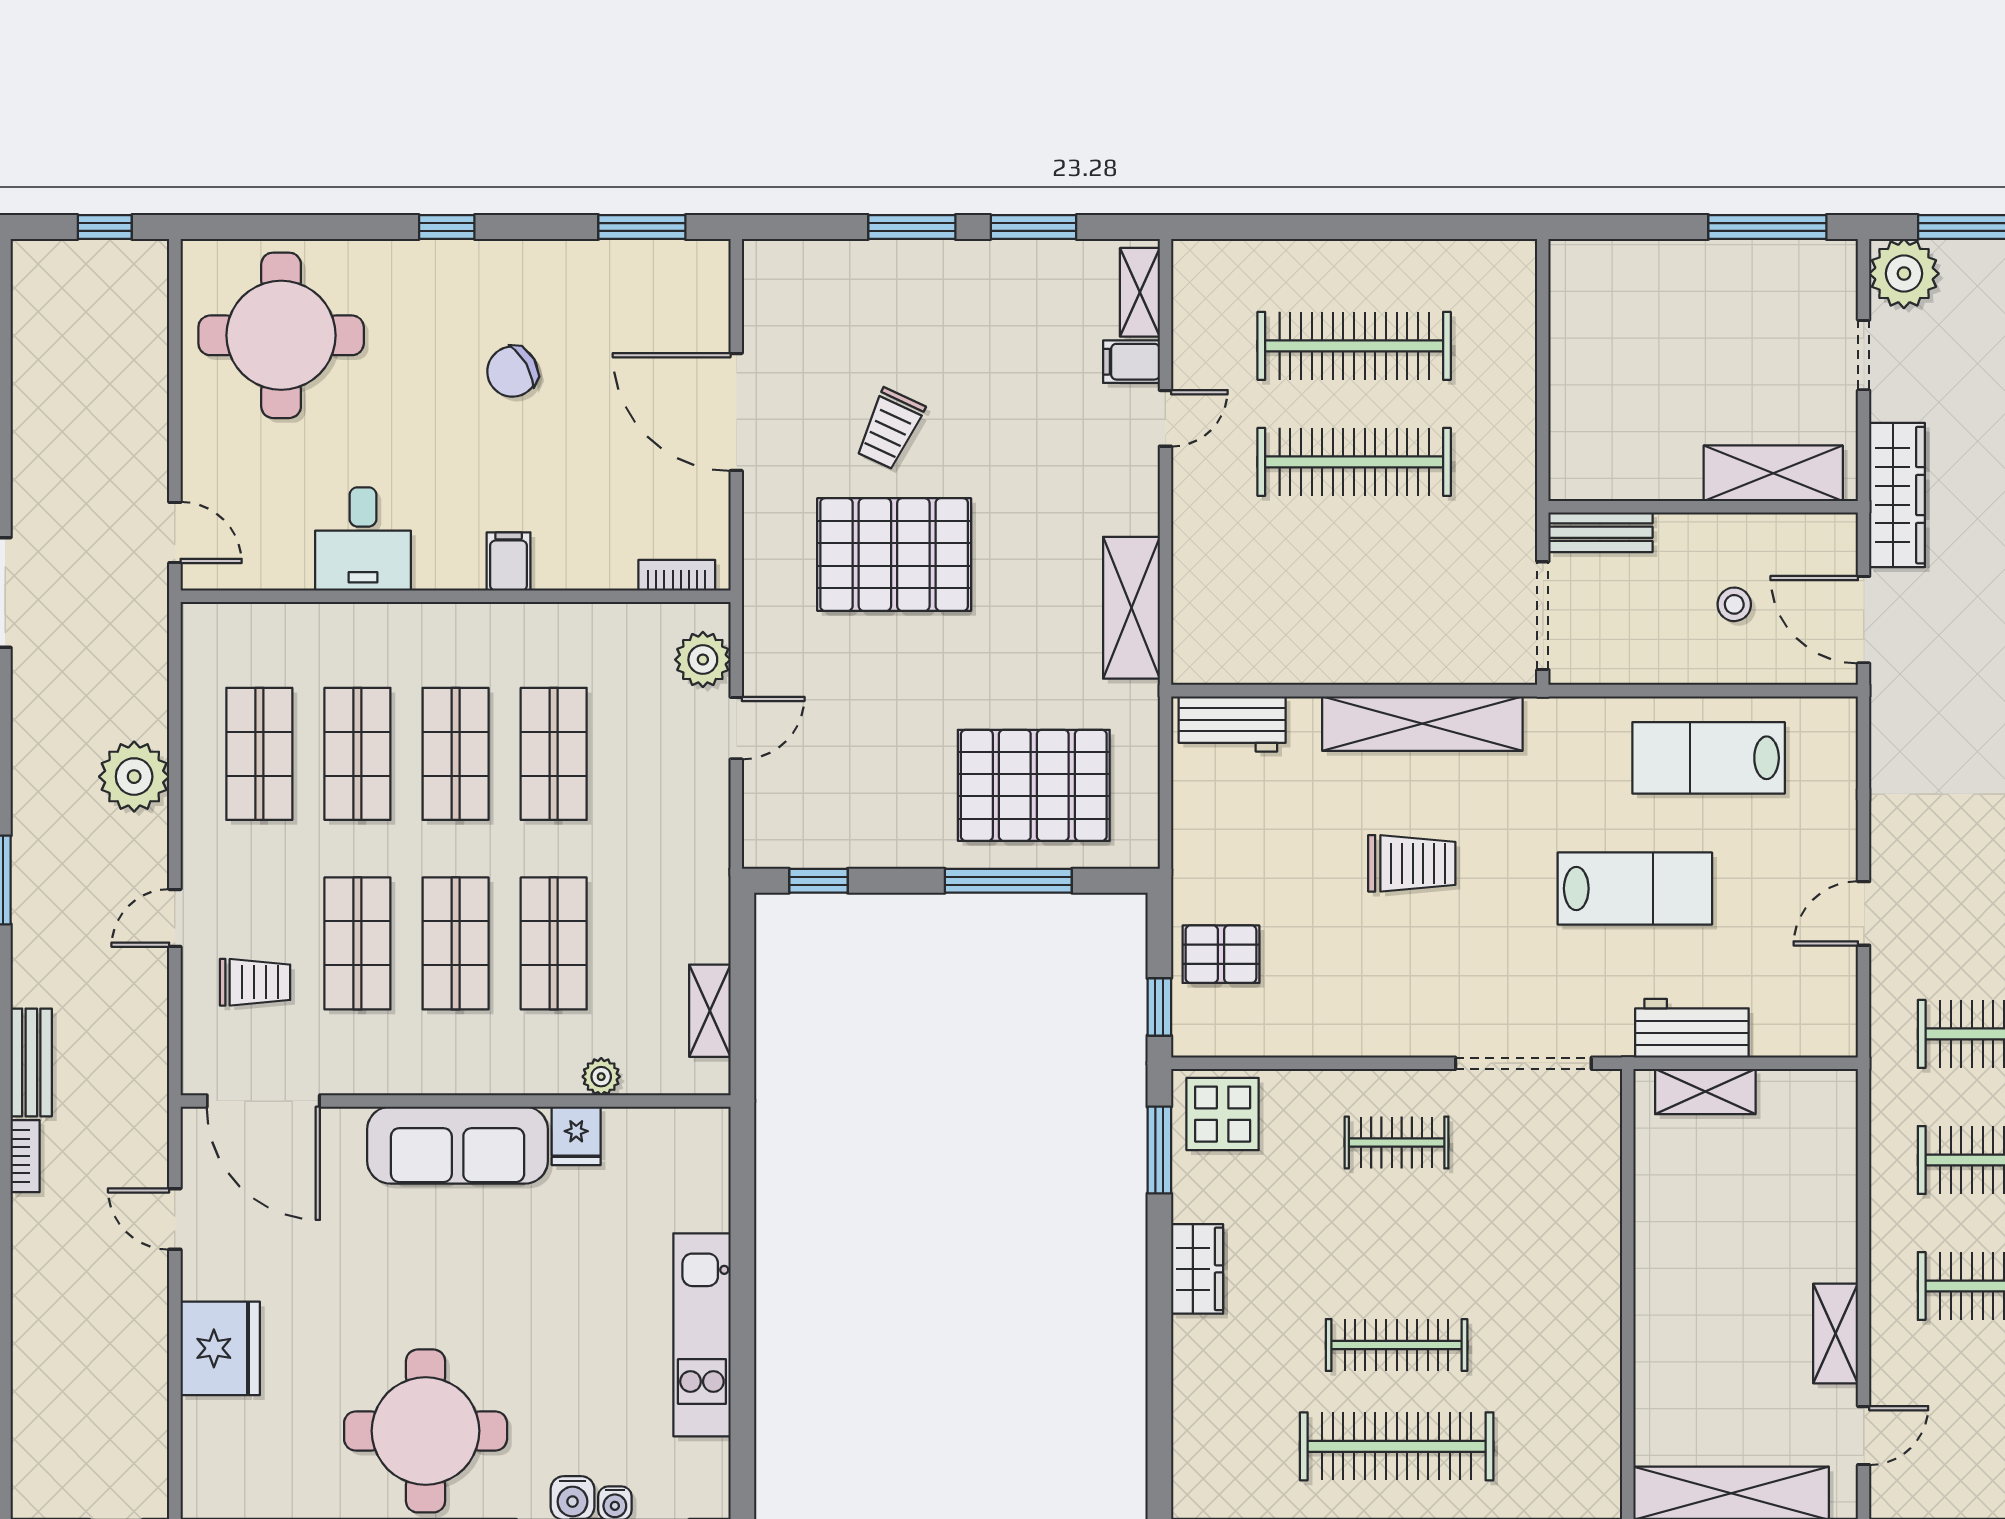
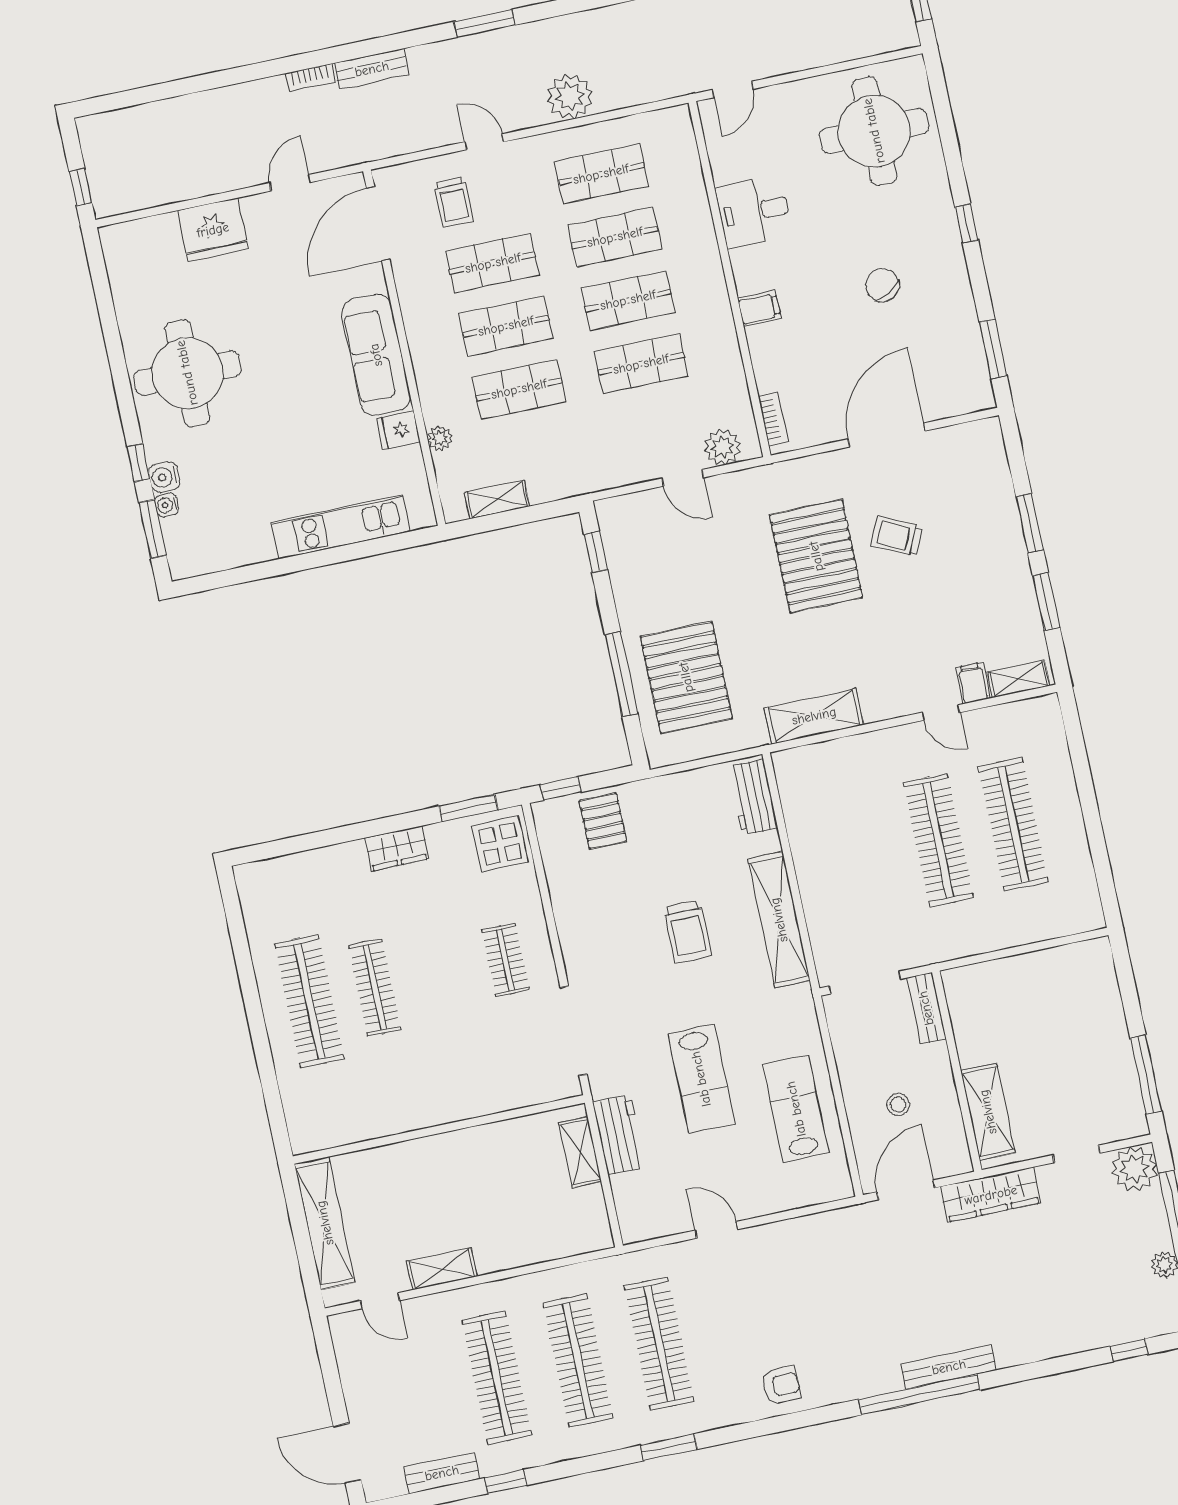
kitchen unit: (702, 1335) -> (341, 527), moved

